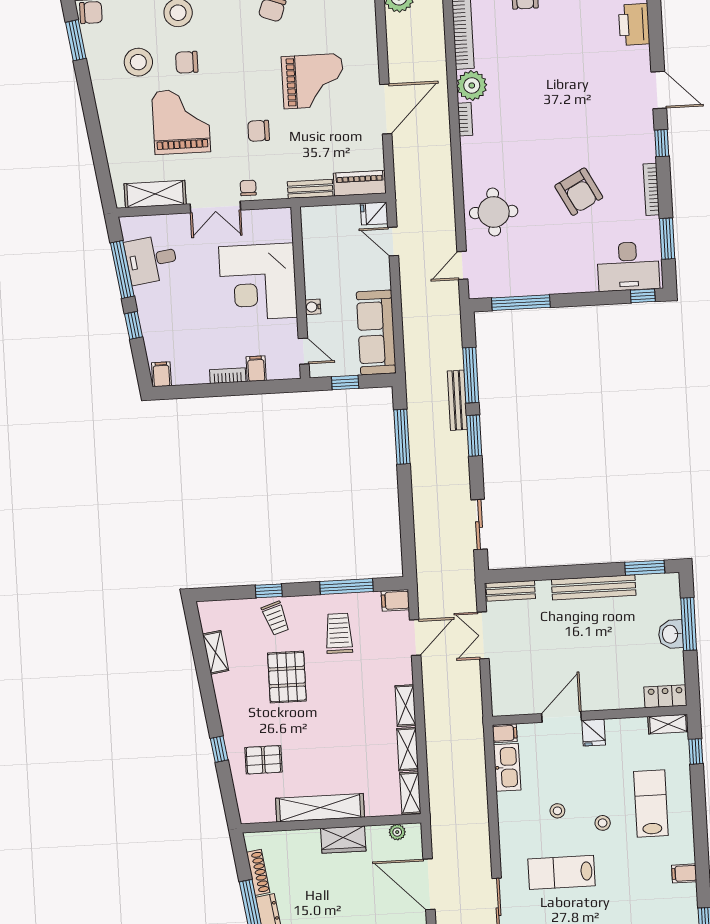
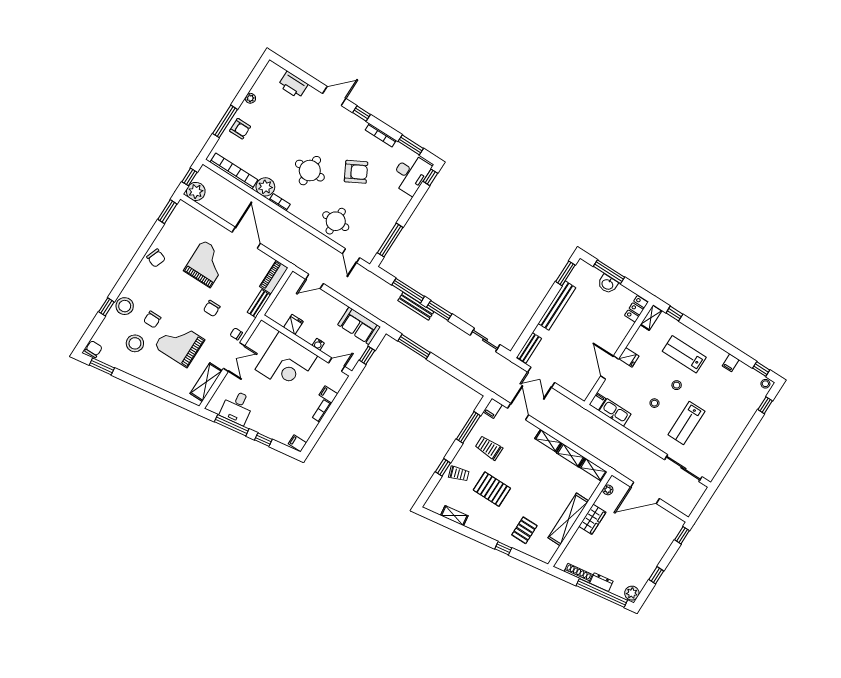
round table: (536, 129) -> (310, 171), added
fridge: (374, 213) -> (293, 324), moved, turned 180
sofa: (376, 332) -> (359, 326), width x0.73

